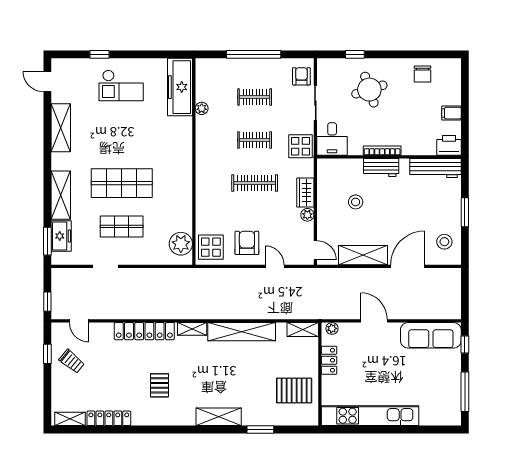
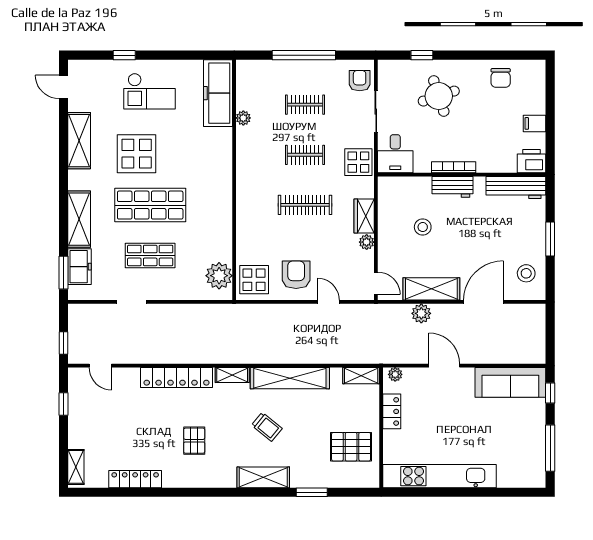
display table: (110, 139) -> (137, 154), added
plant: (354, 276) -> (421, 313), added
trolley: (72, 361) -> (267, 427), moved
shelving: (70, 419) -> (76, 467), moved, turned 90

